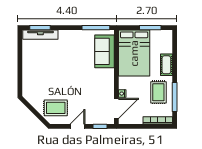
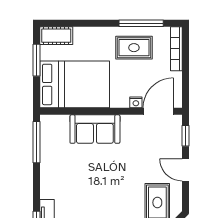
sofa: (104, 51) -> (95, 129), moved
cot: (166, 65) -> (56, 36), moved
door: (116, 108) -> (158, 111), hinge flipped

